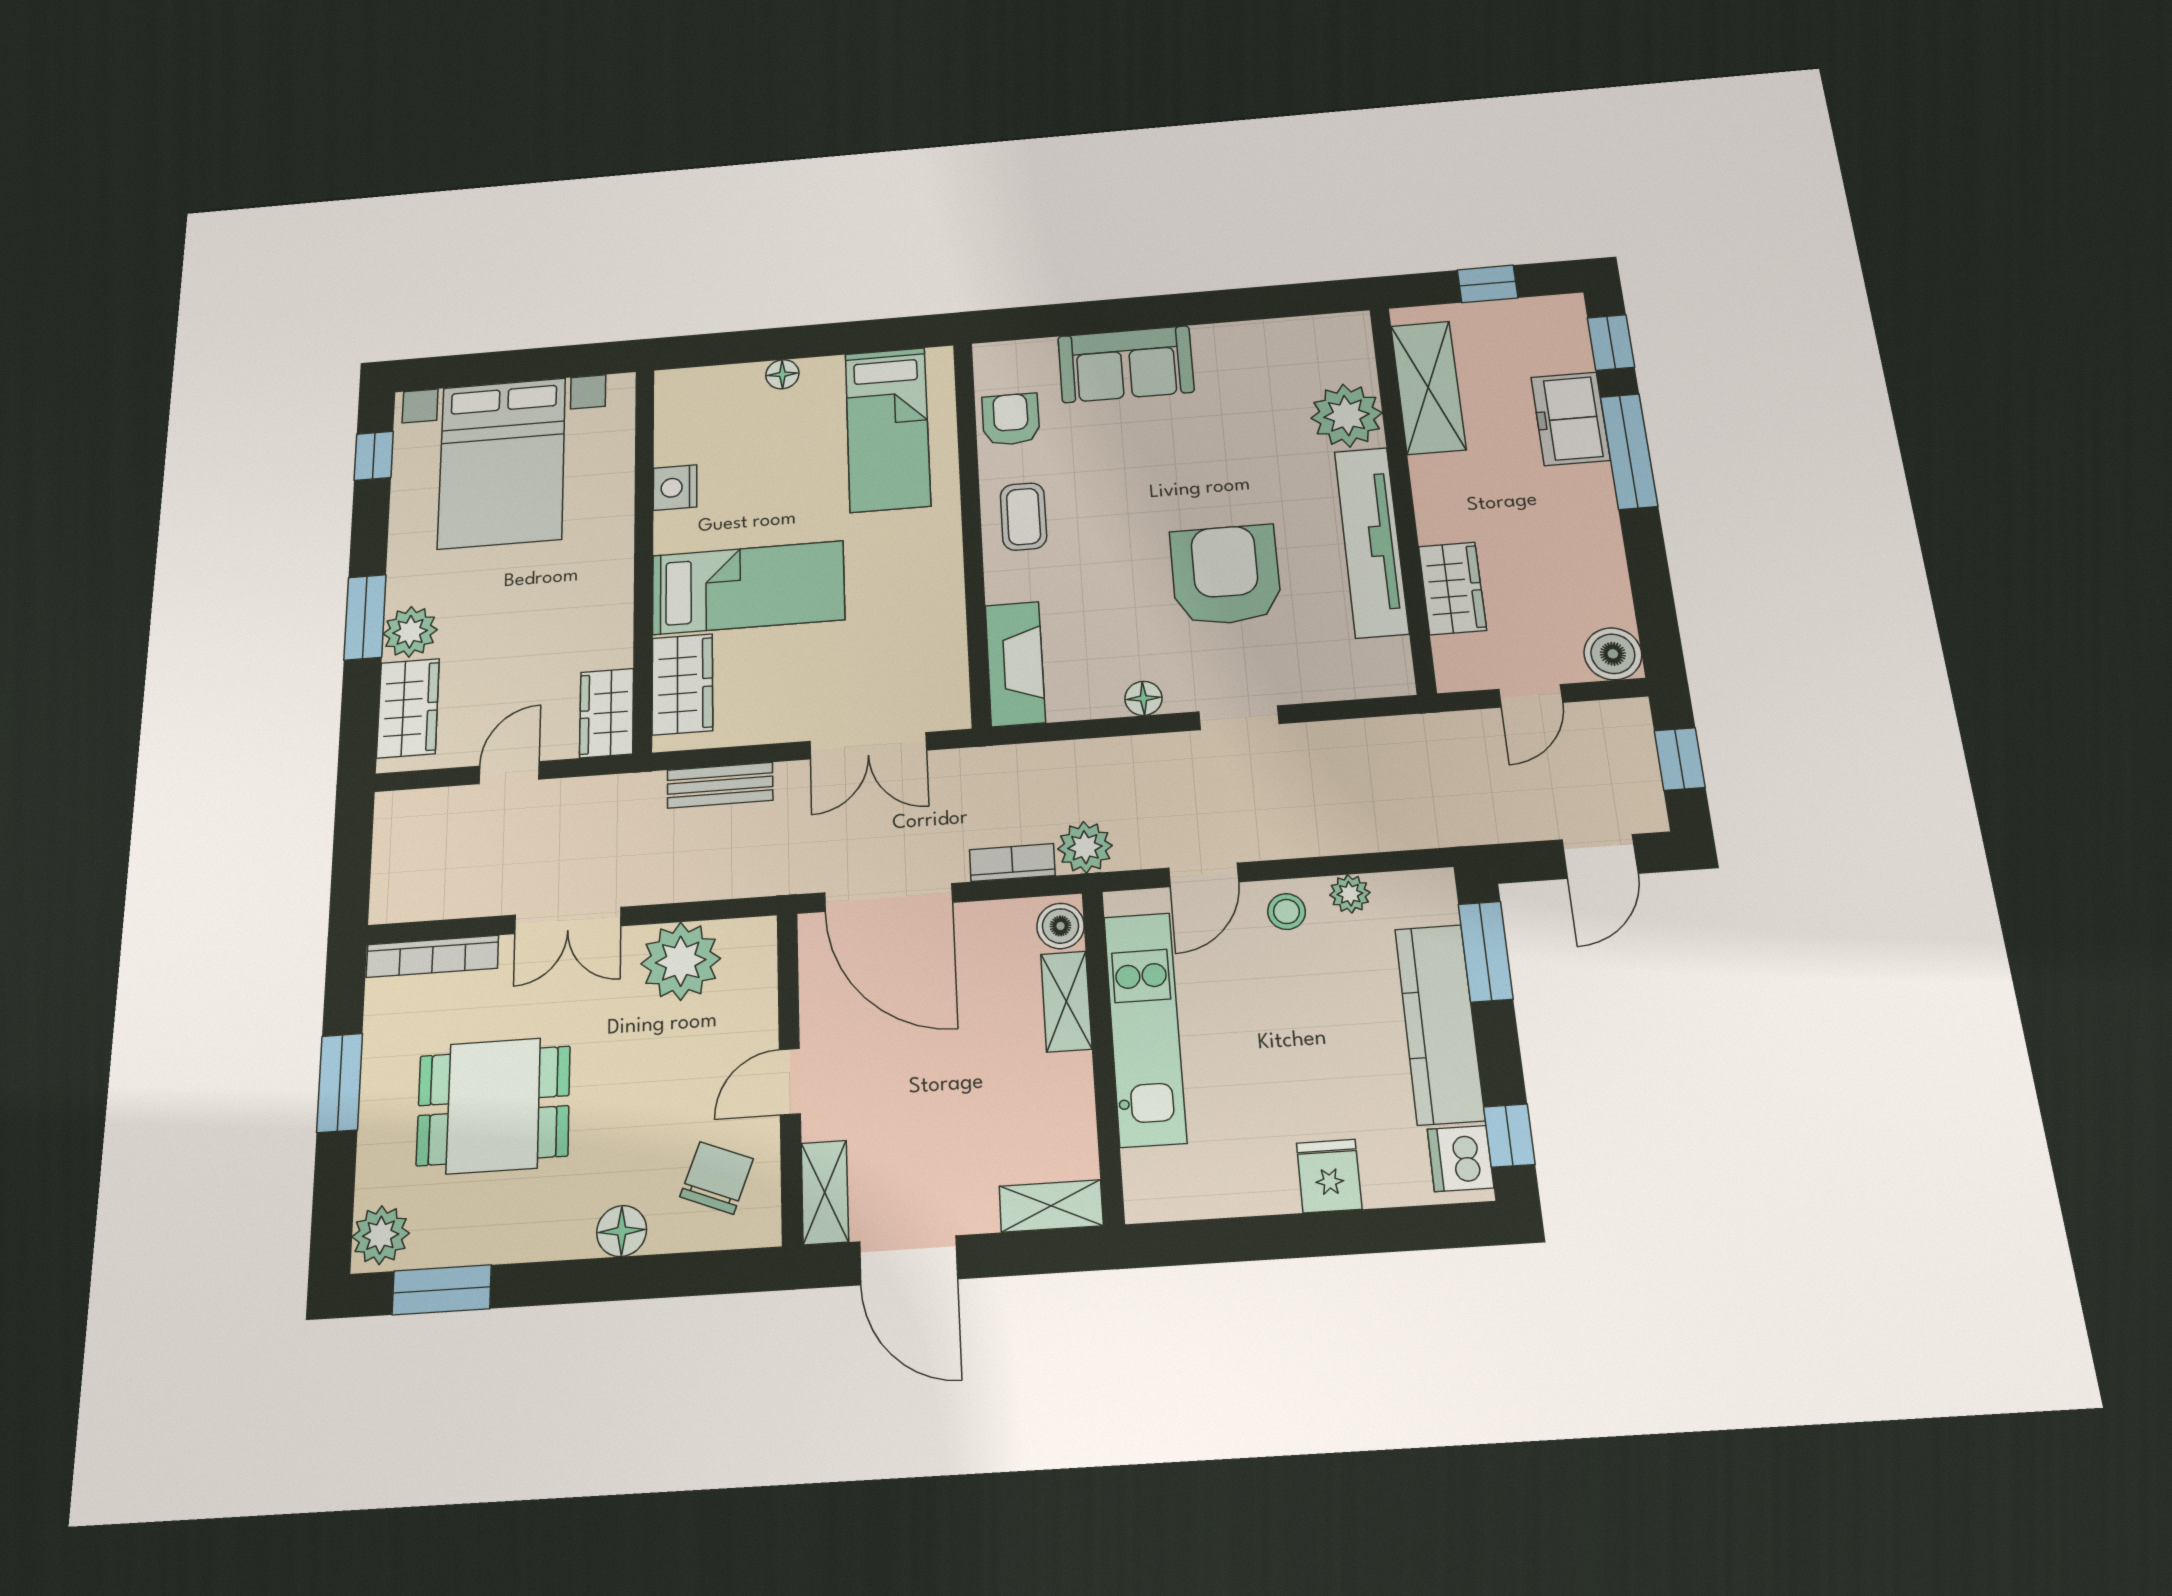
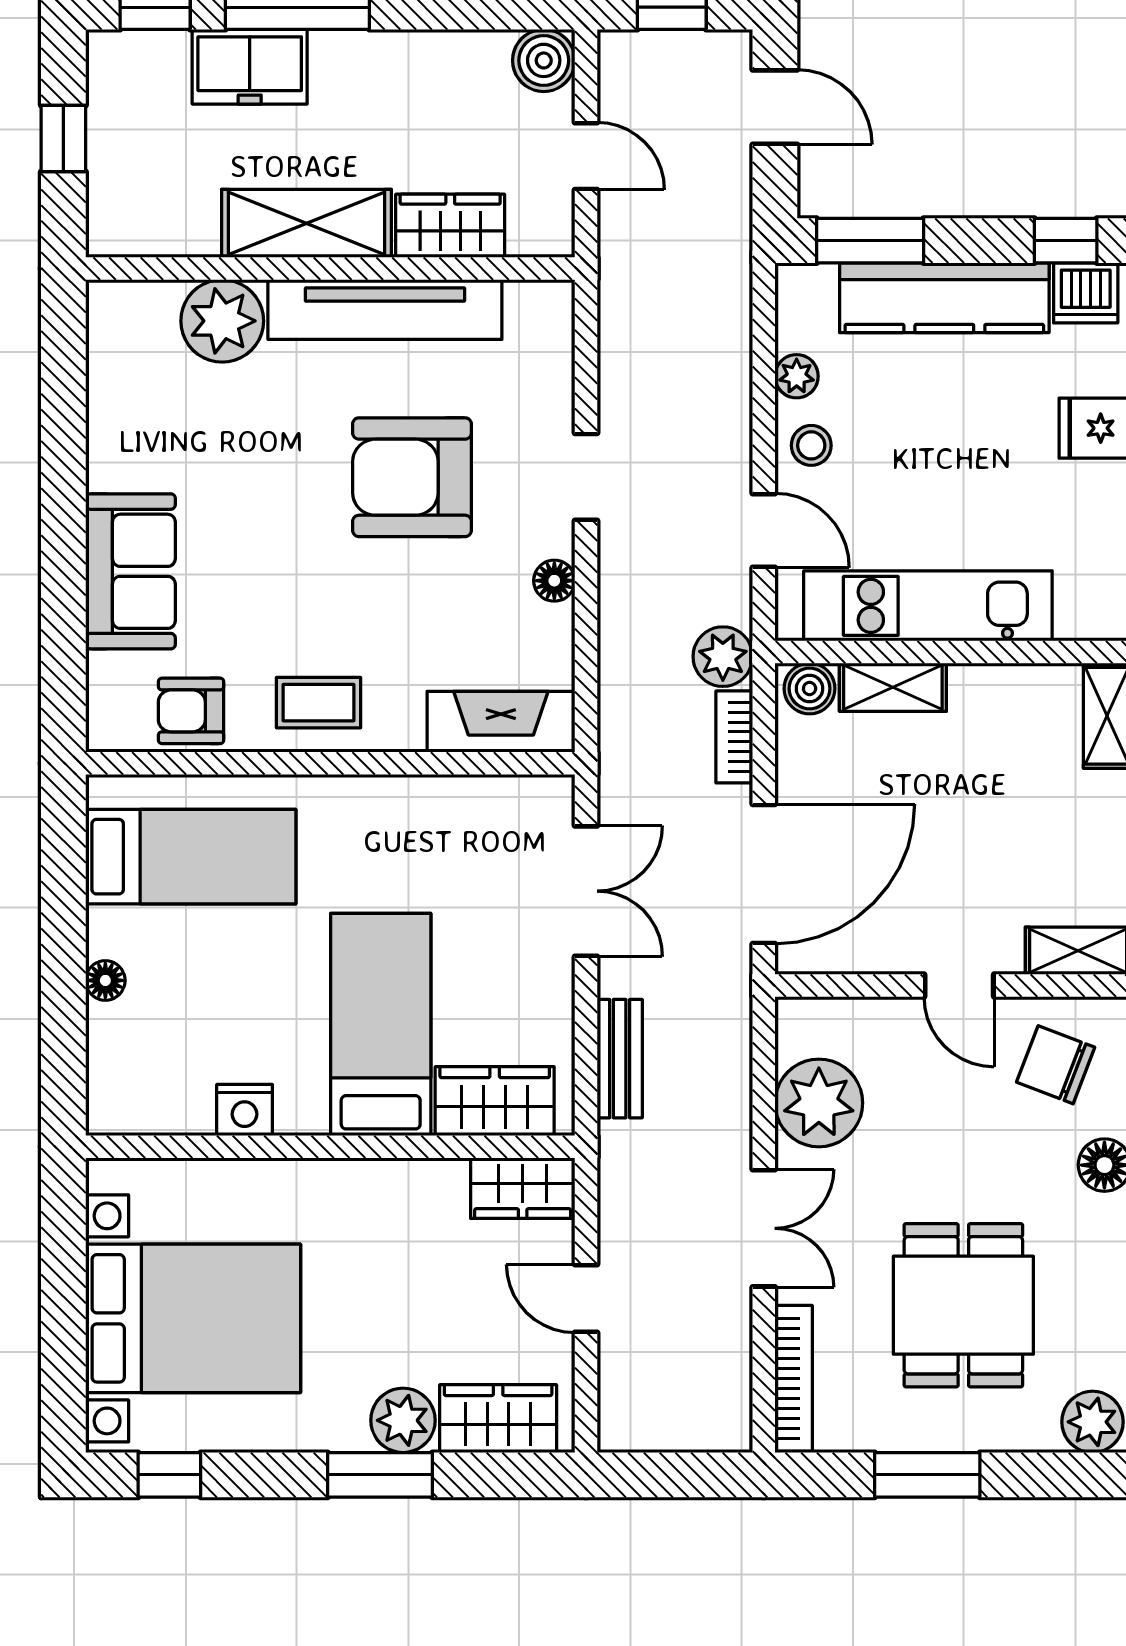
shelving: (1428, 387) -> (306, 223), moved

